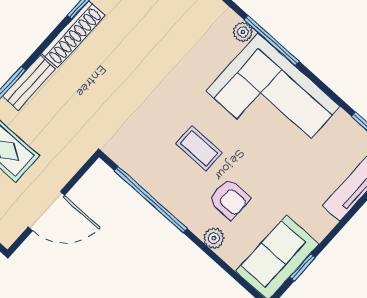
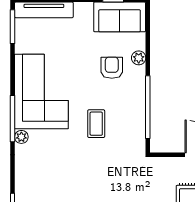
coffee table: (199, 148) -> (96, 124), moved

